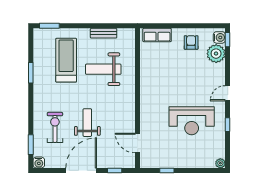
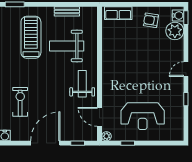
armchair: (191, 42) -> (151, 20), turned -81
reception desk: (192, 121) -> (143, 116), moved
weight bench: (87, 123) -> (82, 84), moved
plant: (220, 163) -> (106, 136), moved

